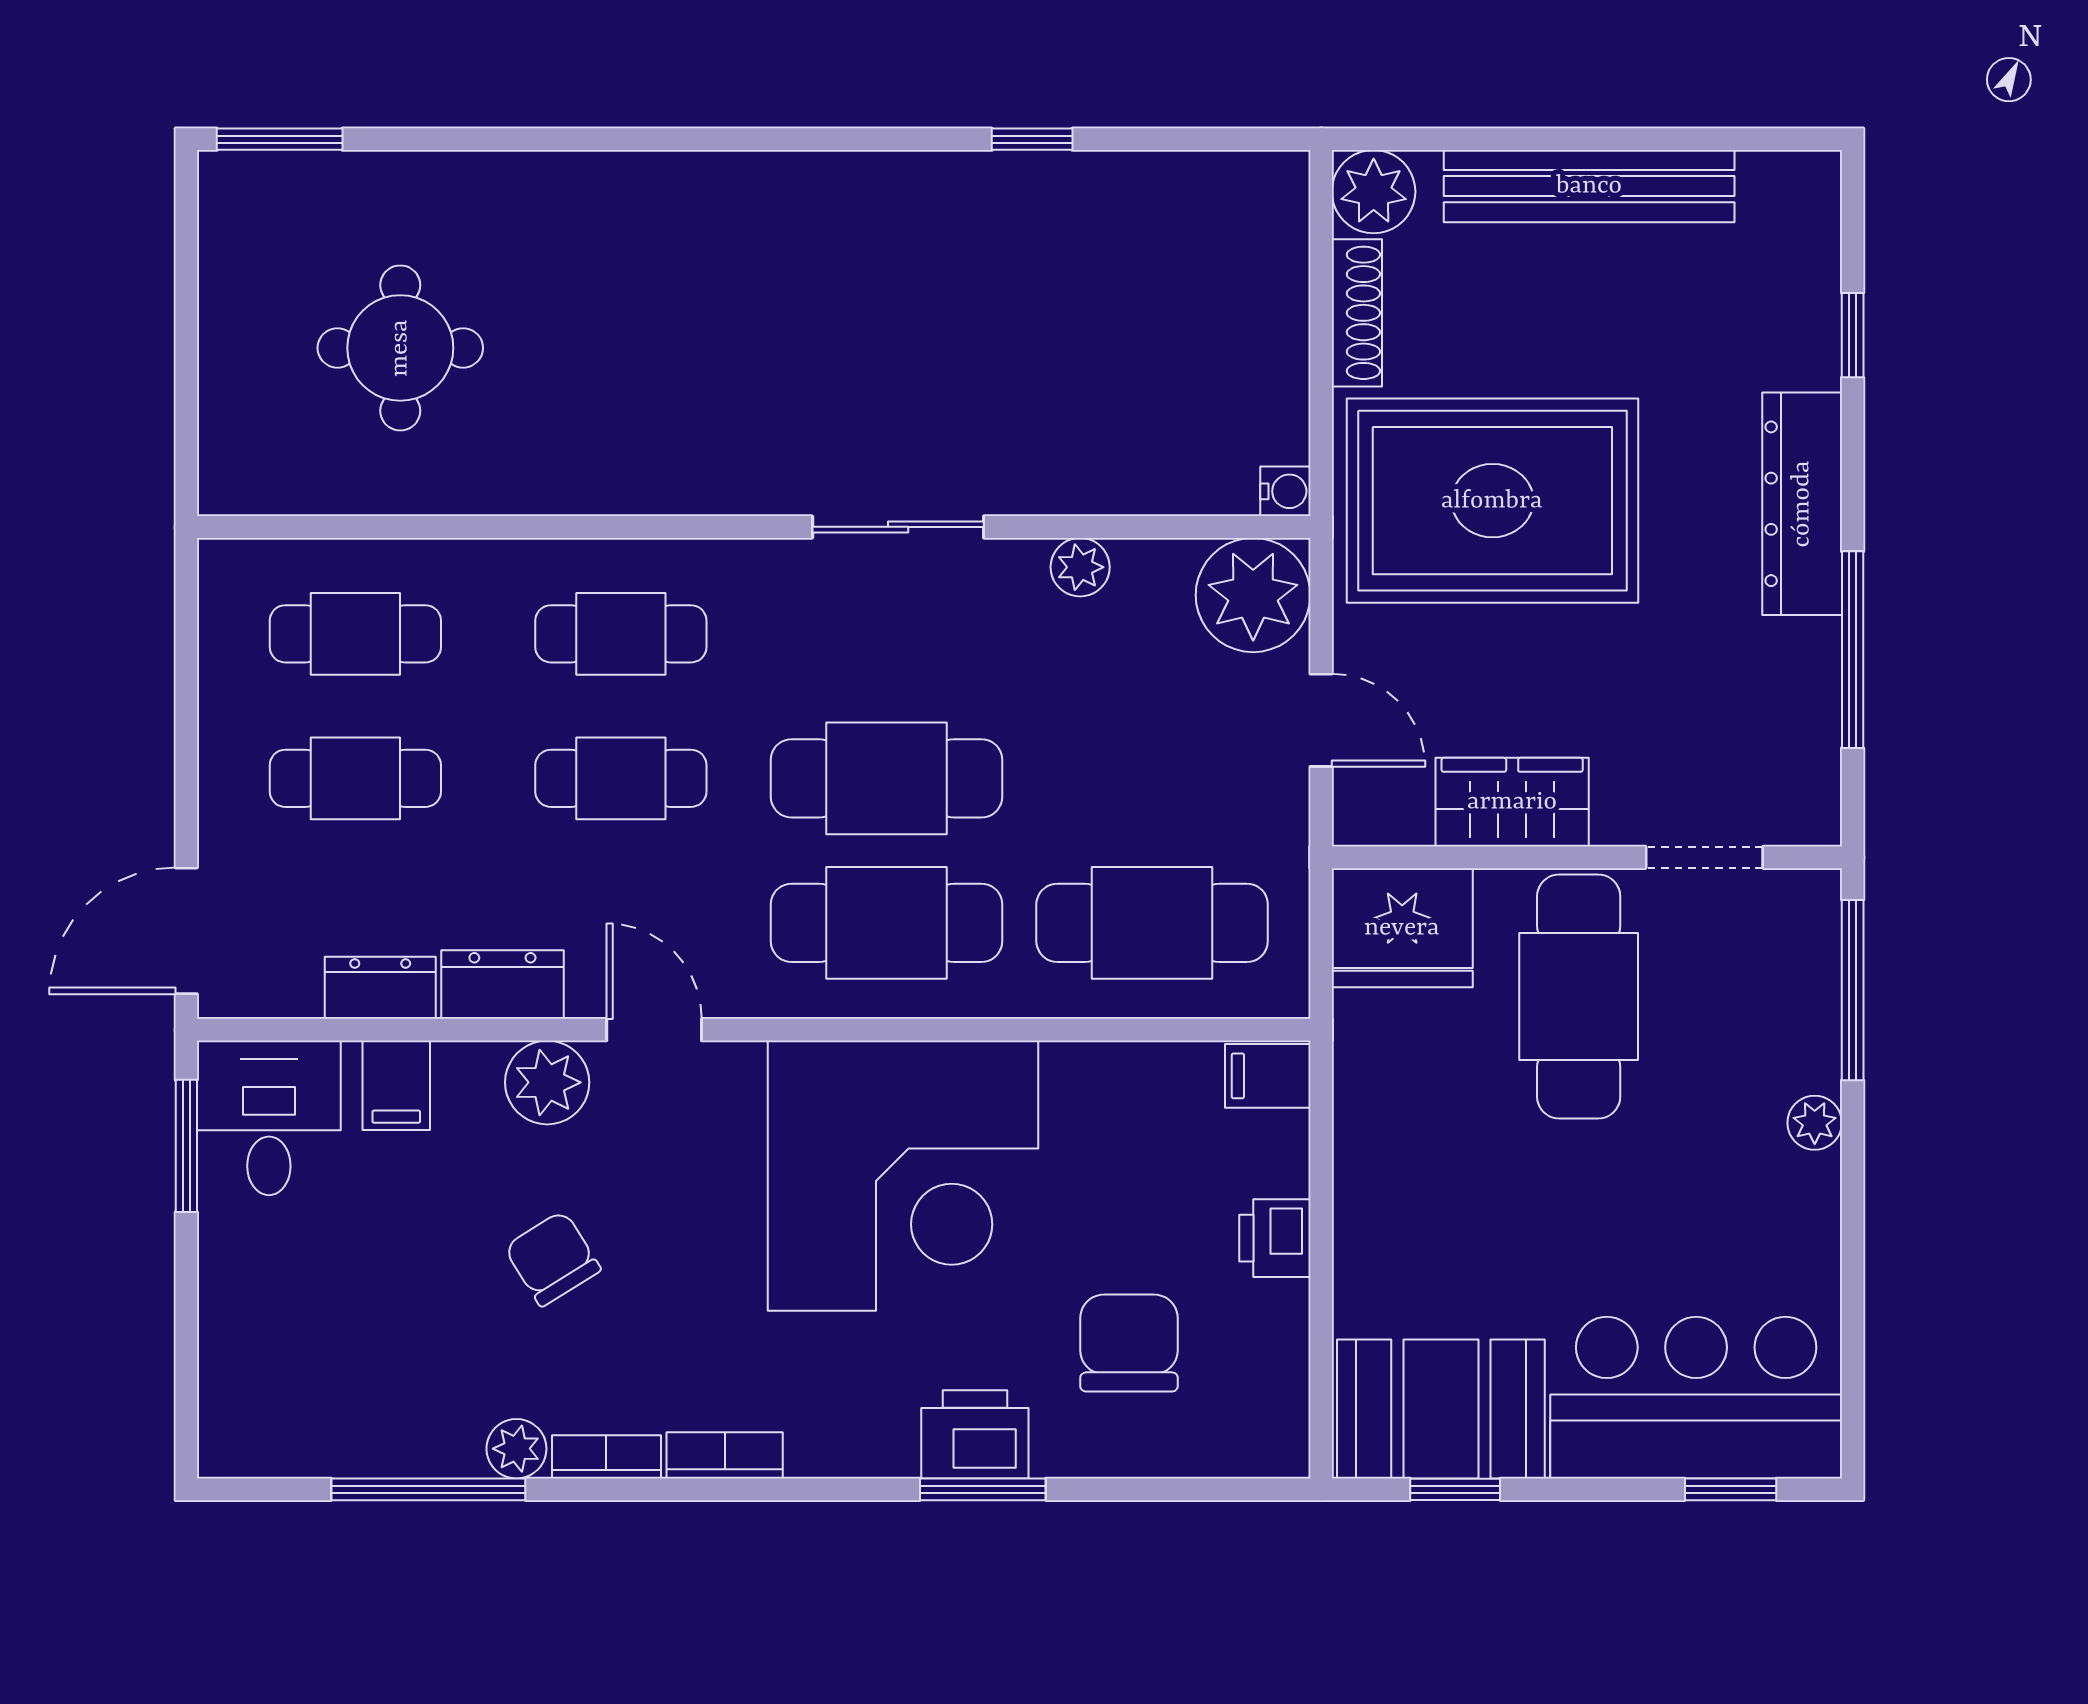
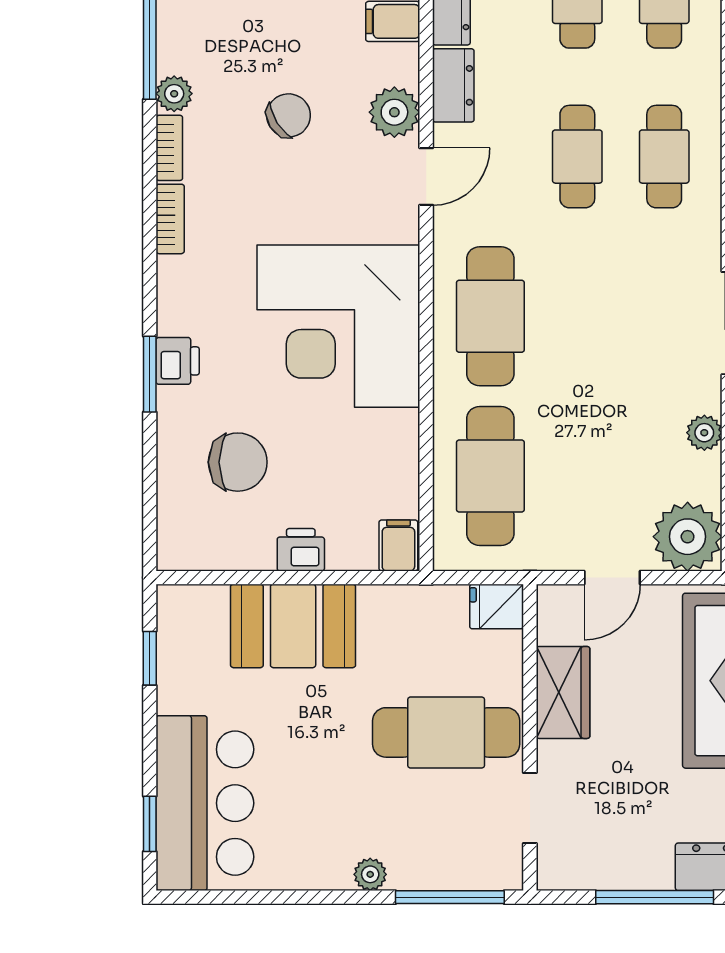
cafe table: (887, 778) -> (577, 316), removed
fridge: (1402, 928) -> (497, 607), width x0.53, depth x0.75
booth: (1441, 1409) -> (293, 626), moved, turned 90
printer: (975, 1434) -> (178, 361), width x0.73, depth x0.81

